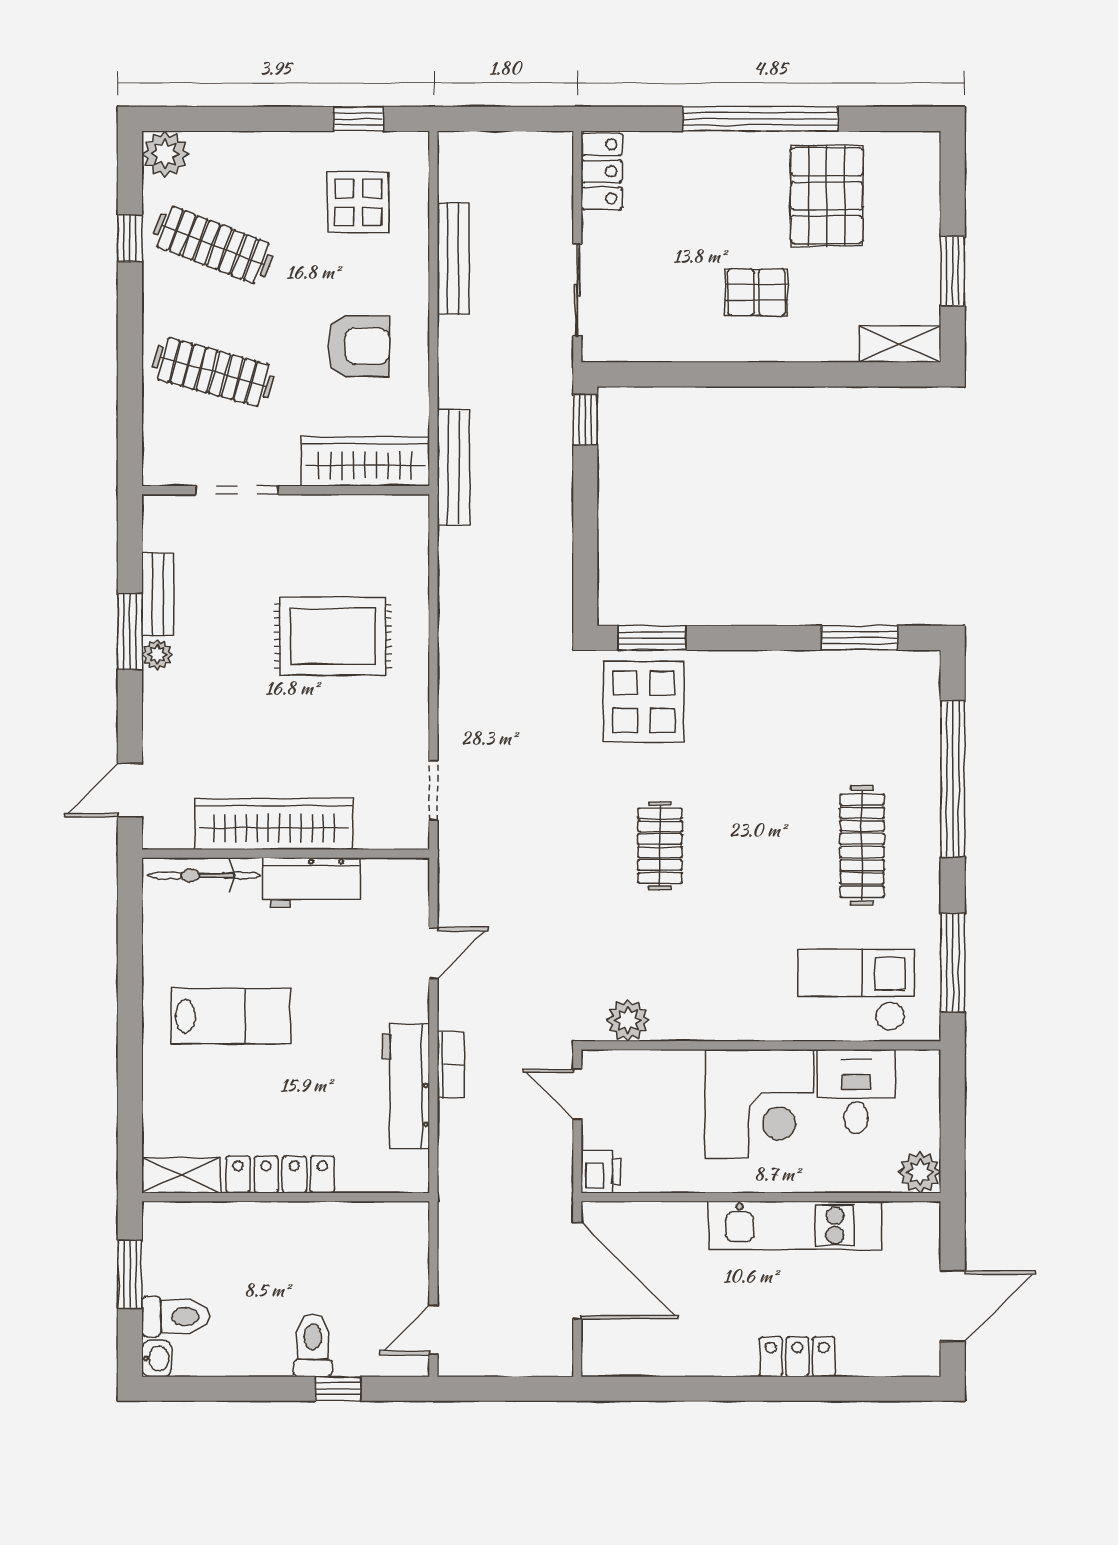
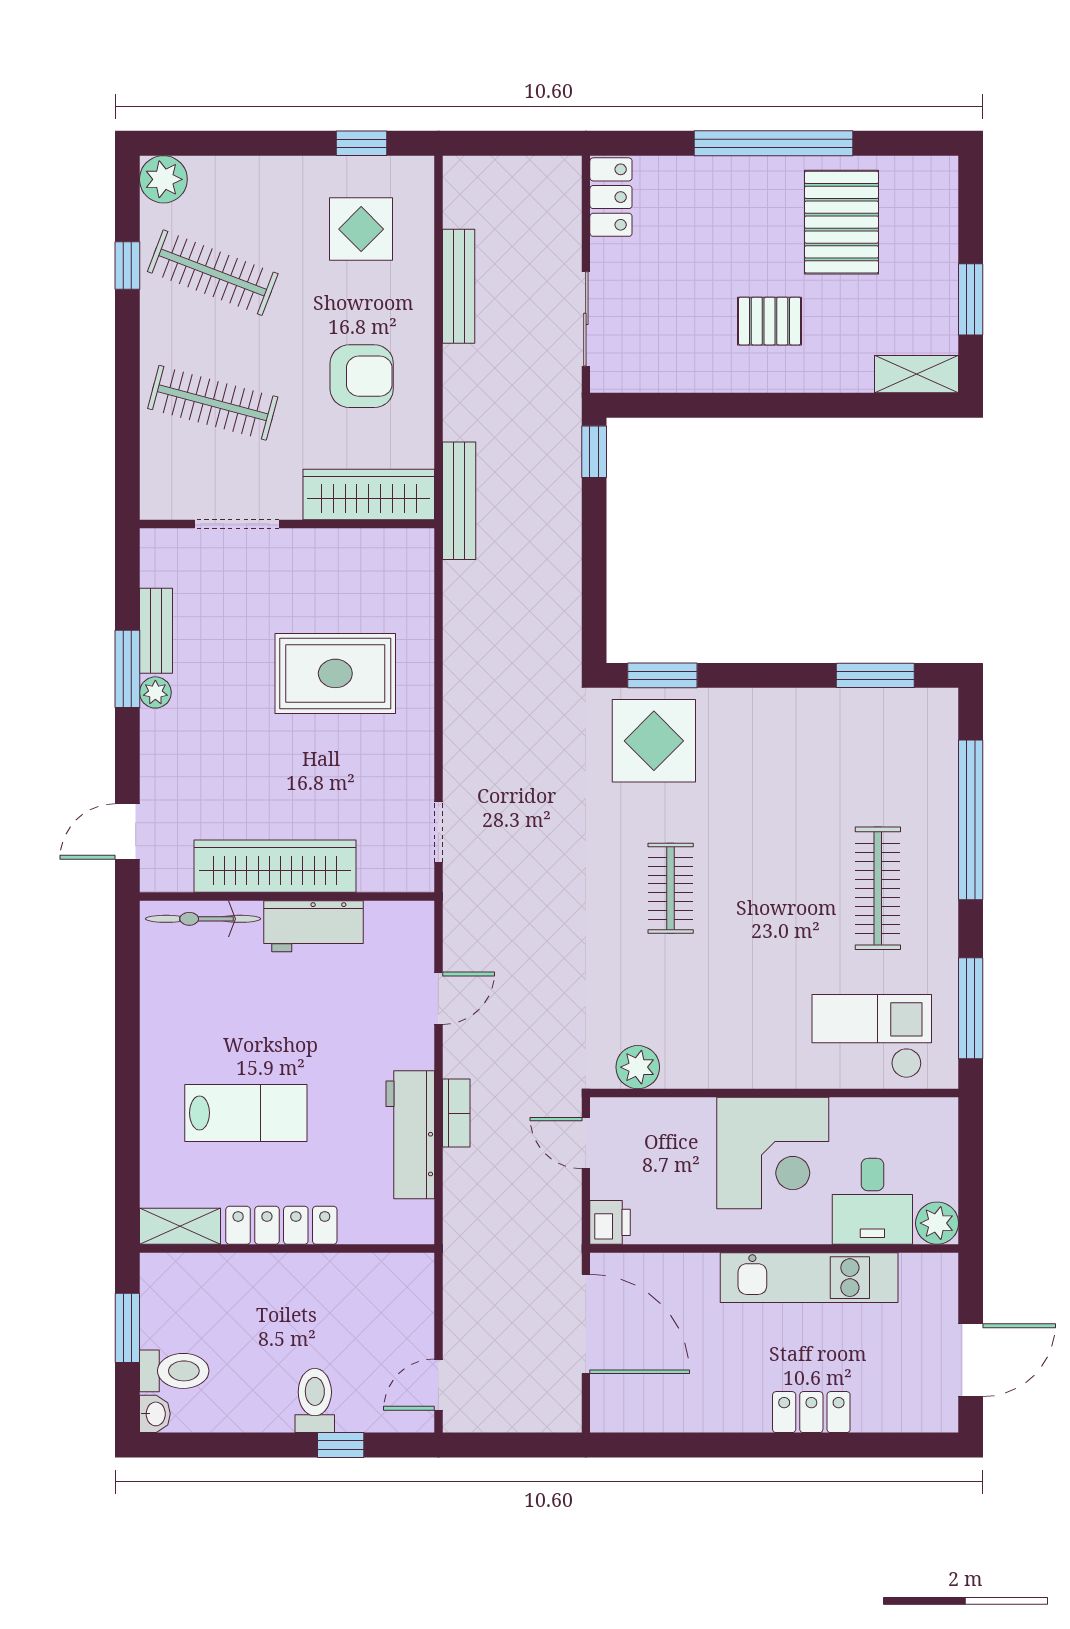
lab bench: (231, 1016) -> (246, 1113), moved
desk: (856, 1091) -> (872, 1201), moved, turned 180

